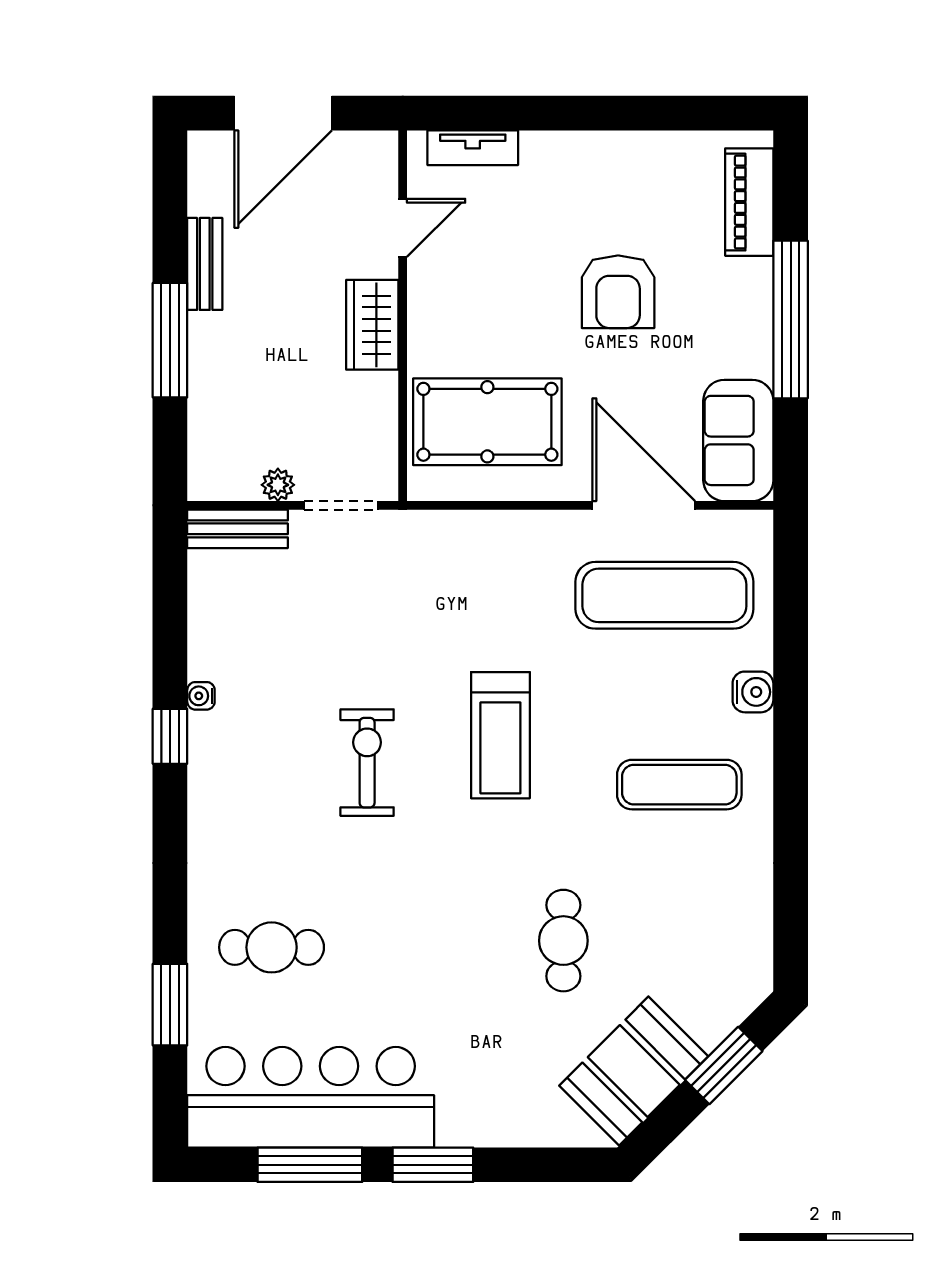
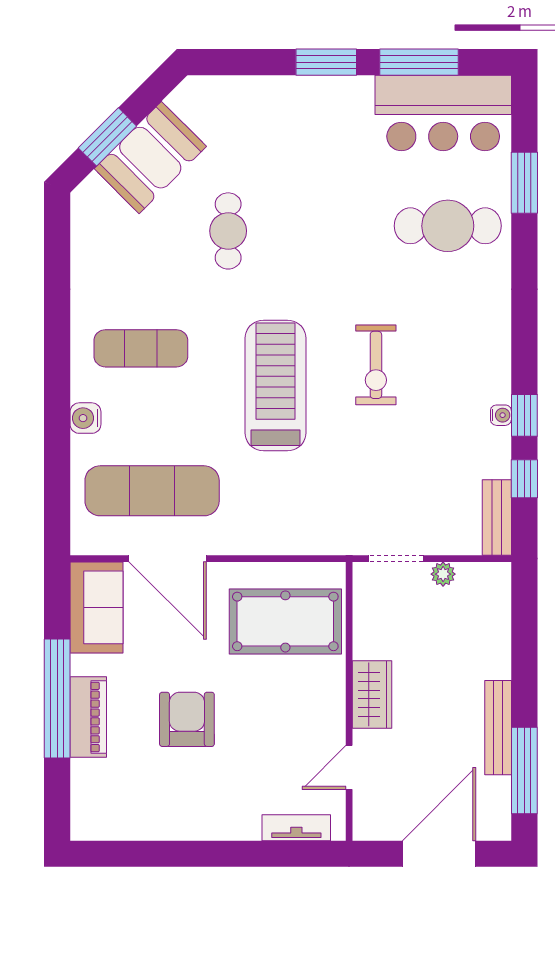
piano: (749, 202) -> (88, 717), moved
bench: (205, 264) -> (498, 728), width x1.36
window: (170, 340) -> (524, 771), moved
bench: (237, 529) -> (497, 517), moved, turned 90
window: (170, 611) -> (524, 479), added
treadmill: (500, 735) -> (275, 386), width x1.37, depth x1.37
window: (170, 736) -> (524, 415), moved
cafe table: (272, 947) -> (448, 226), width x1.37, depth x1.35
booth: (634, 1071) -> (150, 158), moved
bar counter: (311, 1097) -> (443, 113), width x0.73

